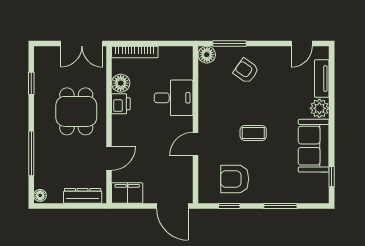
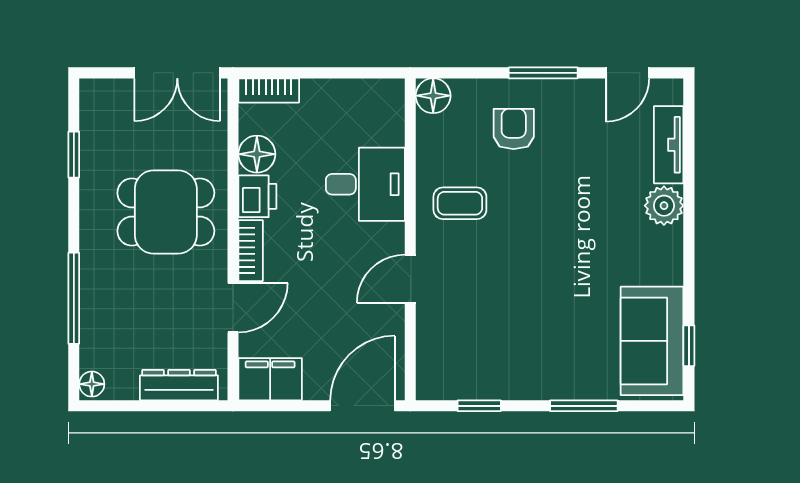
window: (229, 43) -> (543, 73), moved
bookcase: (135, 52) -> (269, 90), width x0.64
armchair: (246, 71) -> (514, 129), turned 55
dining table: (76, 111) -> (166, 212), turned 90
bookcase: (118, 130) -> (251, 251), added
coffee table: (253, 133) -> (460, 203), moved
sofa: (314, 146) -> (652, 341), moved
armchair: (235, 179) -> (491, 350), removed
door: (172, 206) -> (363, 406), swing flipped

